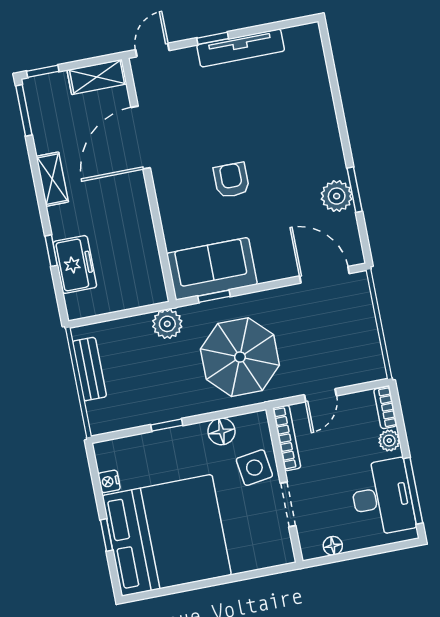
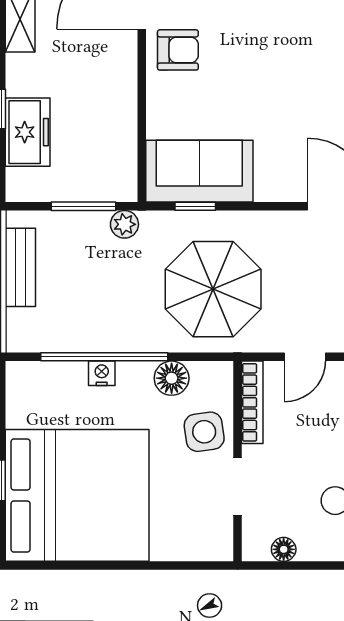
armchair: (232, 180) -> (178, 50), moved, turned 90
window: (128, 313) -> (84, 206), added
plant: (167, 324) -> (124, 224), width x0.73, depth x0.73
window: (167, 425) -> (104, 357), width x3.17
nightstand: (109, 481) -> (102, 373), moved, turned 90

